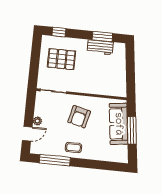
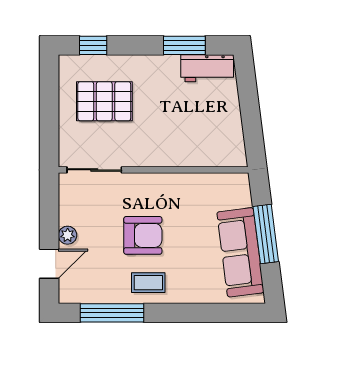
workbench: (100, 47) -> (207, 68), moved
armchair: (79, 117) -> (143, 235), moved, turned -104
sofa: (118, 124) -> (240, 252), moved

